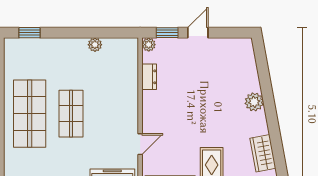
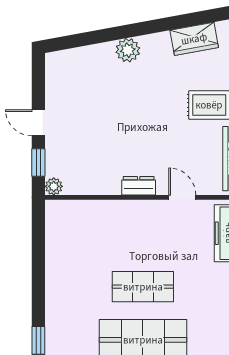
plant: (95, 45) -> (54, 256), removed
dresser: (149, 77) -> (139, 186), moved

